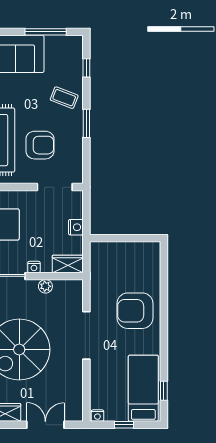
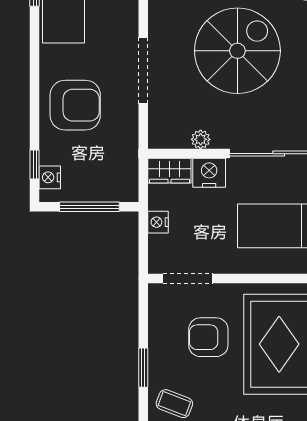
window: (125, 238) -> (89, 207), added
nightstand: (153, 259) -> (50, 177), added
nightstand: (34, 267) -> (209, 173), width x1.89, depth x1.79
window: (164, 268) -> (35, 164), added

